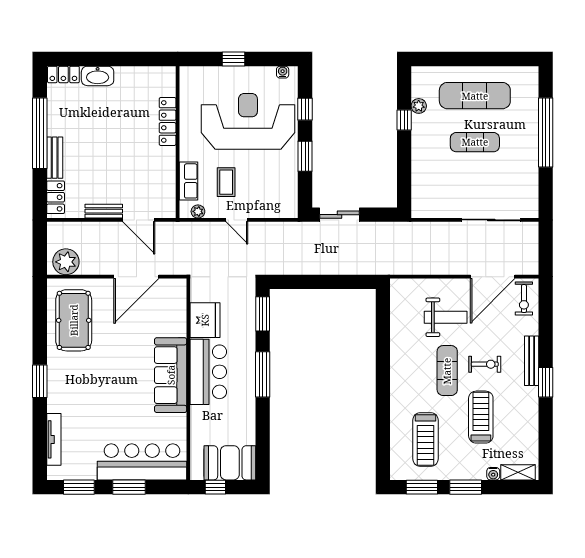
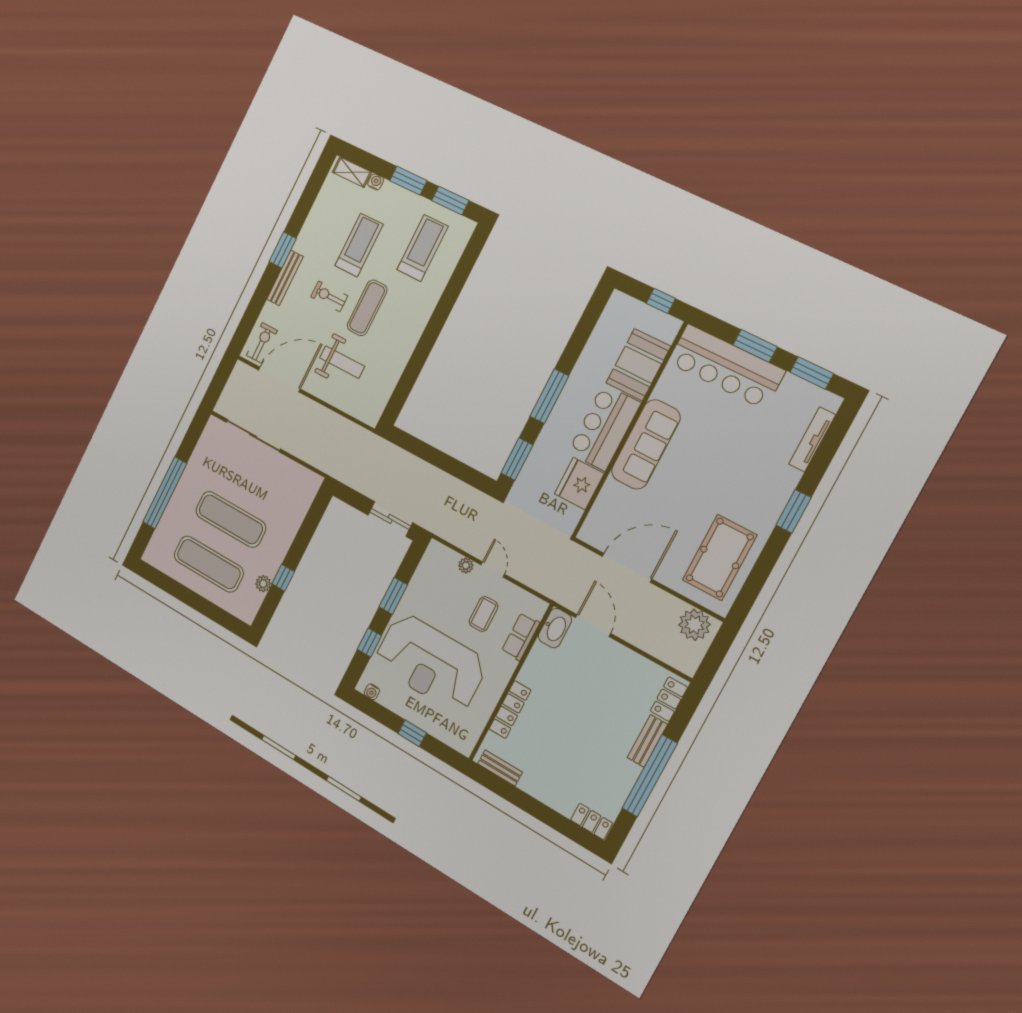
washbasin: (98, 76) -> (555, 628), moved, turned 90
exercise mat: (475, 142) -> (231, 519), width x1.36, depth x1.45
bench: (104, 211) -> (500, 768), moved
plant: (198, 211) -> (466, 565), moved
weight bench: (446, 317) -> (342, 362), turned 180
treadmill: (481, 417) -> (359, 245), turned 180
booth: (230, 463) -> (638, 365), moved, turned 90

